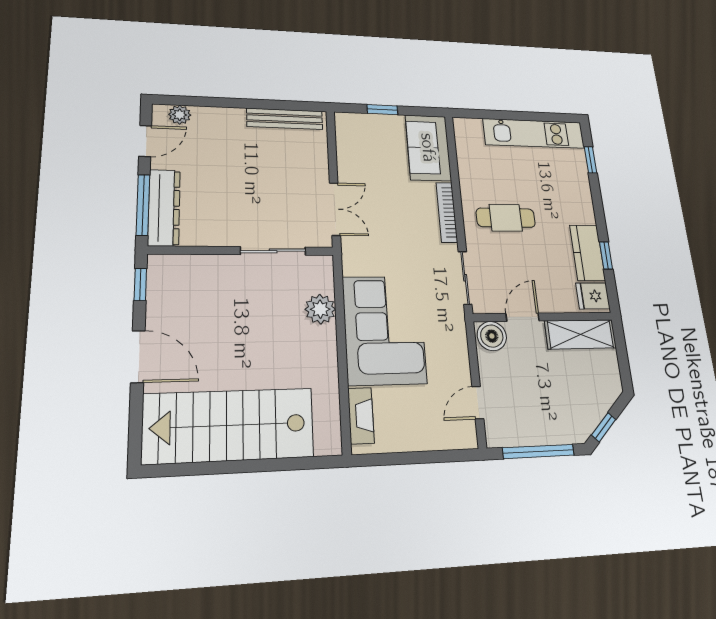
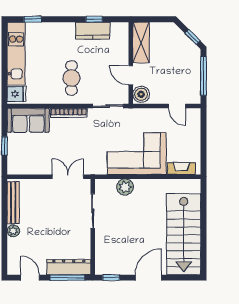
plant: (180, 115) -> (13, 231), moved
fridge: (593, 296) -> (17, 94), moved, turned -90

